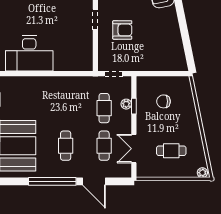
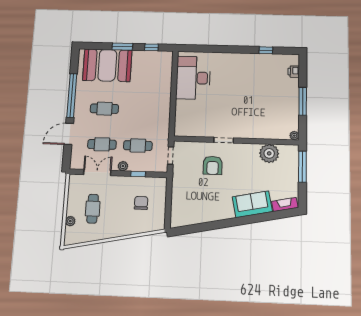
plant: (126, 104) -> (123, 166), moved
plant: (202, 173) -> (70, 221), moved

